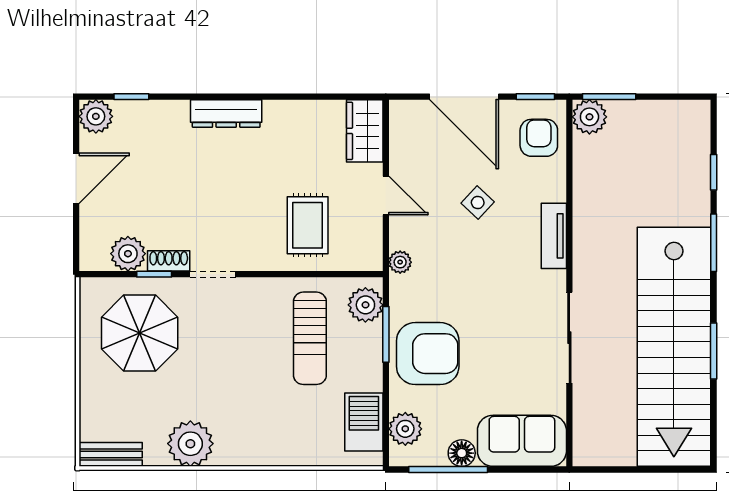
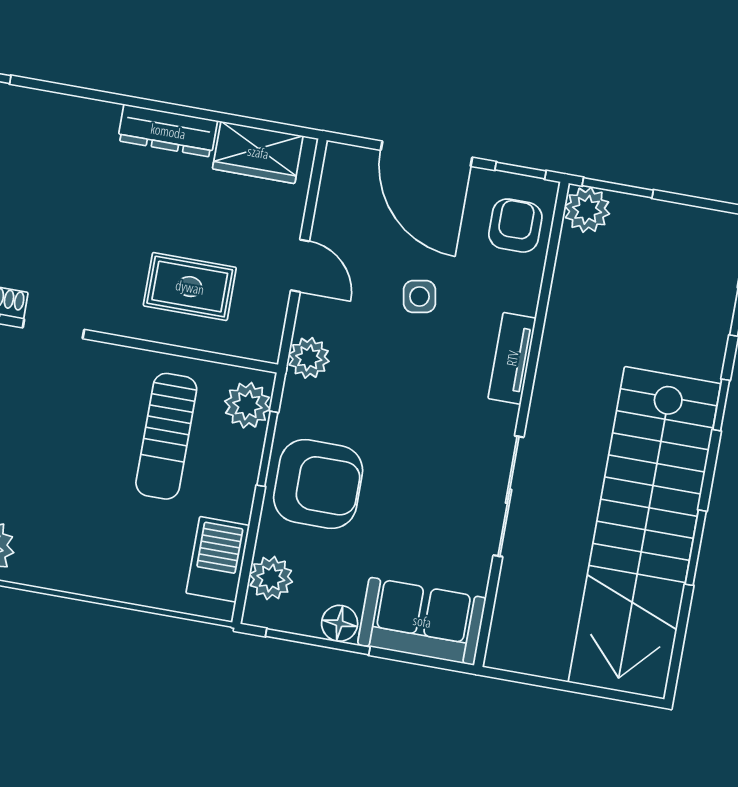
dresser: (226, 114) -> (168, 131), moved
wardrobe: (365, 131) -> (258, 152), moved, turned -90
side table: (478, 202) -> (419, 296), turned 37
rug: (308, 225) -> (190, 287), turned 90
window: (714, 243) -> (721, 405), width x0.67
plant: (400, 262) -> (309, 358), width x1.38, depth x1.38

